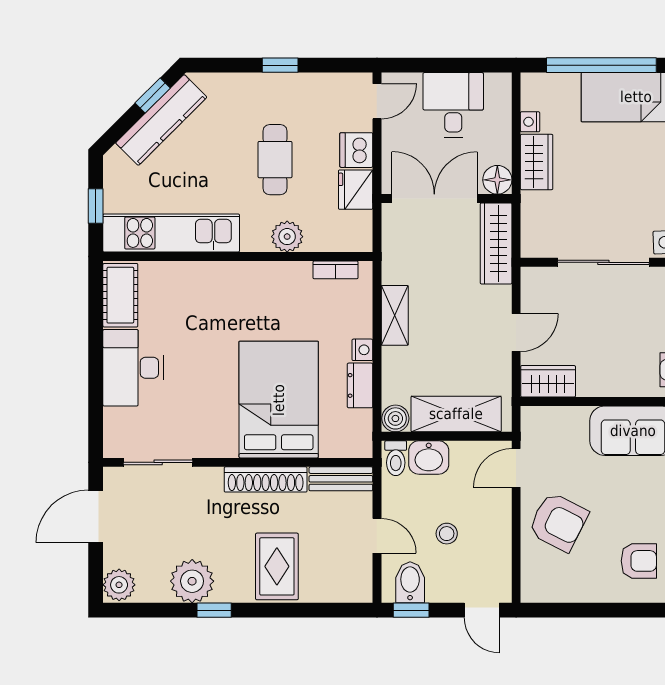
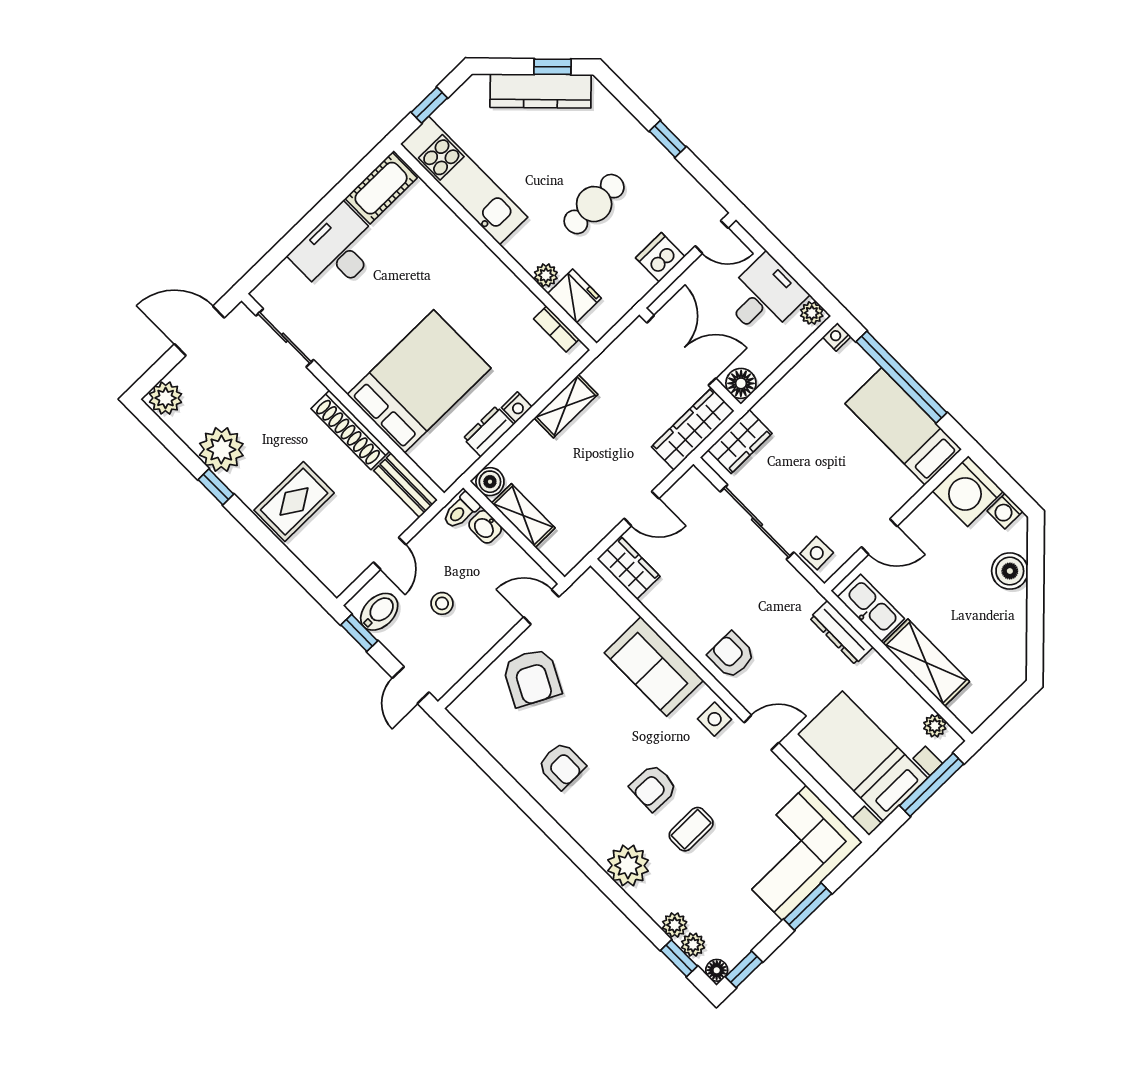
plant: (497, 84) -> (812, 313), added
nightstand: (530, 122) -> (837, 337), moved
wardrobe: (537, 162) -> (740, 442), moved
fridge: (356, 190) -> (574, 296), moved, turned 90
plant: (287, 237) -> (546, 275), width x0.73, depth x0.73
shelving: (456, 414) -> (523, 516), width x0.67, depth x0.75
washbasin: (429, 457) -> (485, 527), width x0.72, depth x0.69

